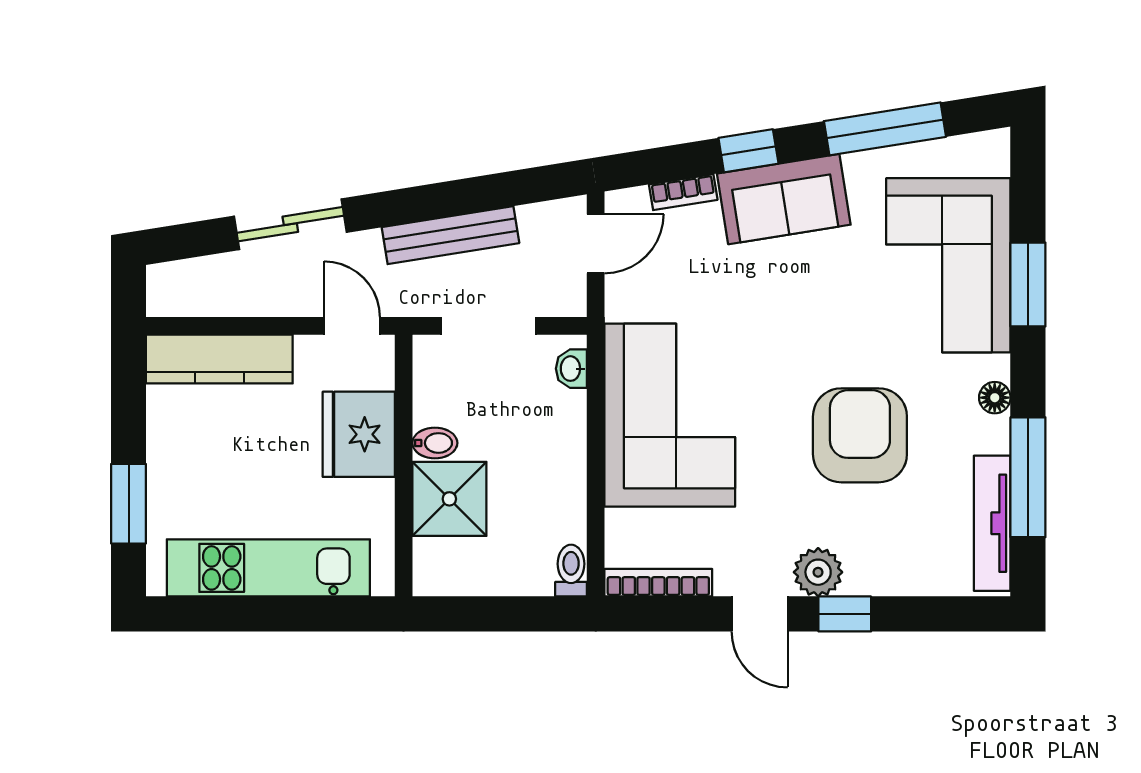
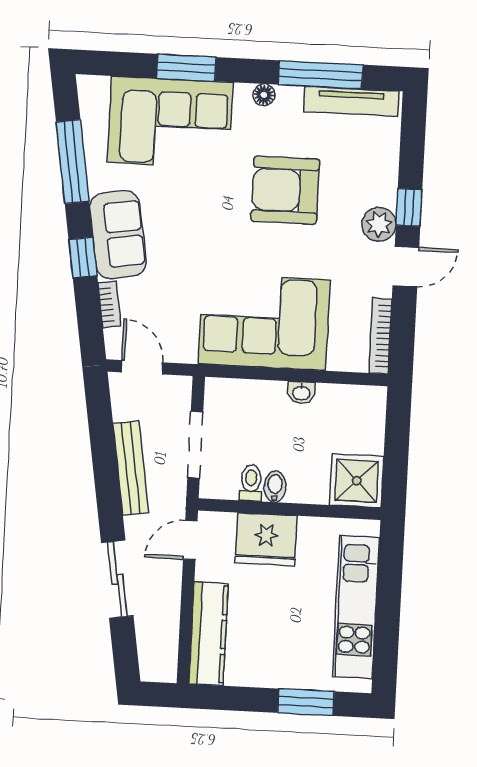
washbasin: (571, 369) -> (301, 393), moved
shower: (449, 499) -> (357, 481), moved
toilet: (571, 571) -> (251, 483), moved, turned 90

